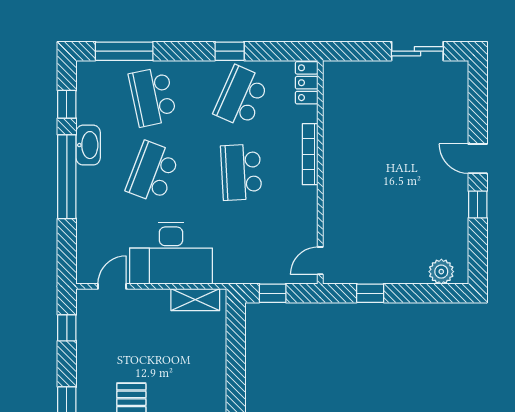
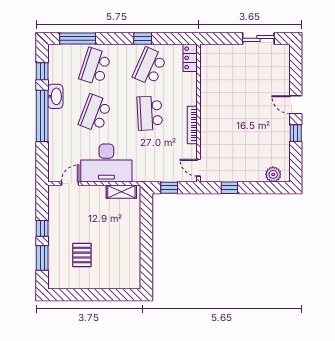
school desk: (153, 97) -> (95, 67), turned 30
bookcase: (310, 154) -> (192, 125), moved
door: (320, 261) -> (199, 168), hinge flipped
window: (67, 328) -> (42, 228), moved

